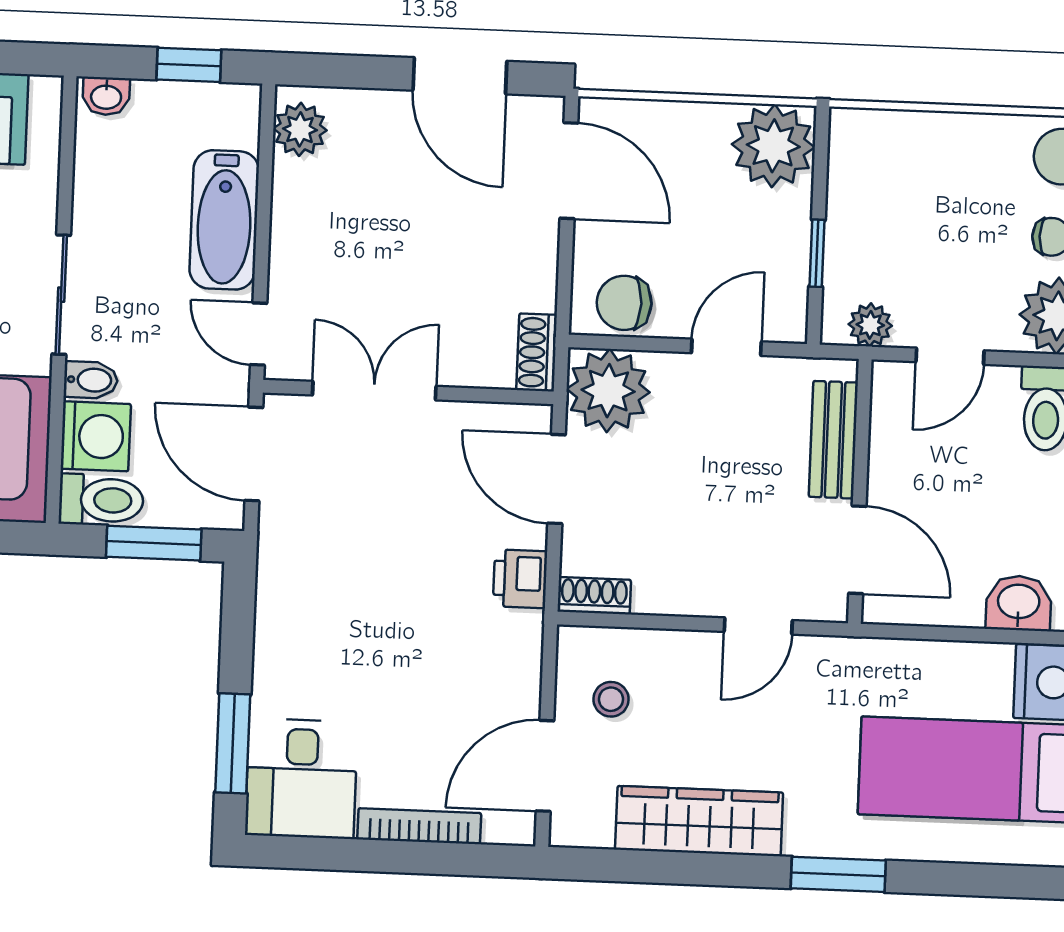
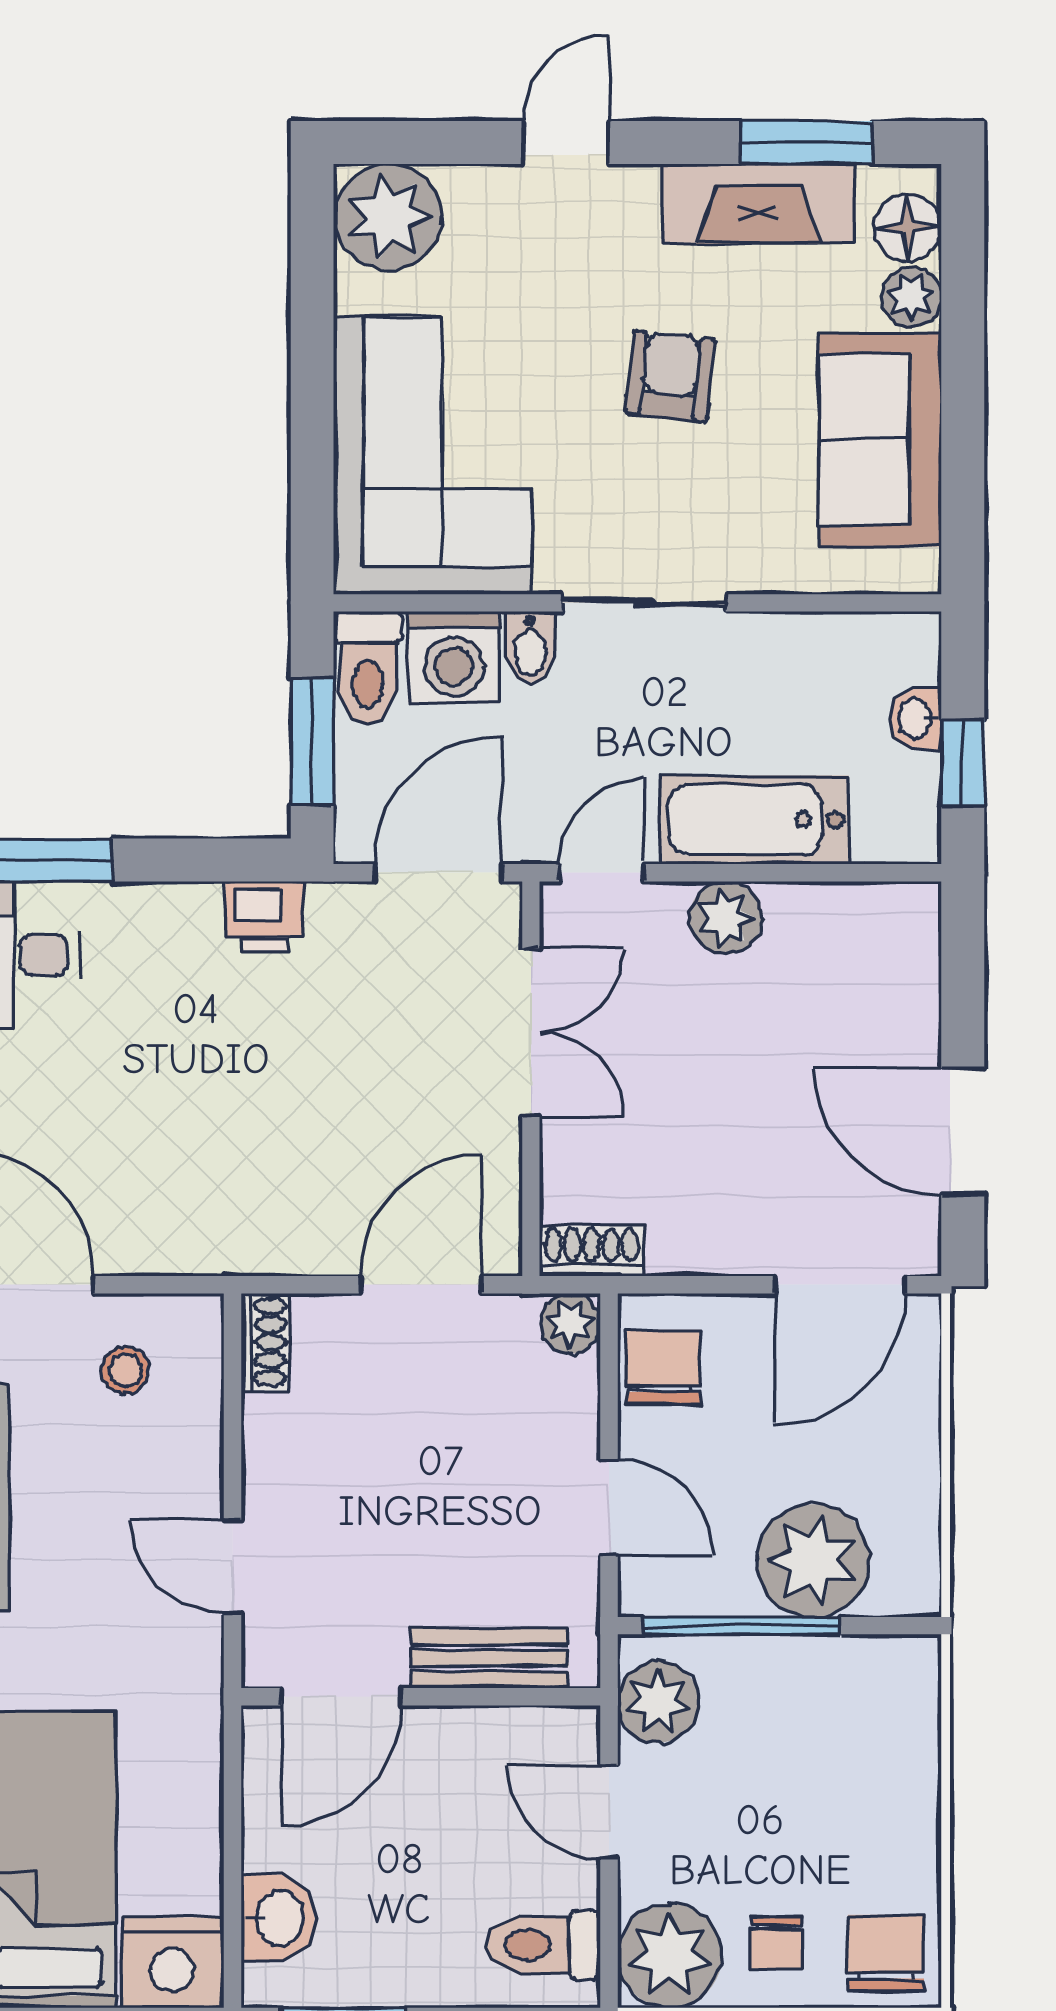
door: (460, 76) -> (963, 1132), hinge flipped
washbasin: (106, 96) -> (916, 718), moved
plant: (300, 129) -> (726, 918), moved
plant: (773, 146) -> (813, 1561), moved
window: (817, 253) -> (741, 1626), width x2.17
plant: (870, 325) -> (658, 1702), width x1.38, depth x1.38
plant: (608, 391) -> (570, 1324), width x0.53, depth x0.53
printer: (520, 579) -> (264, 917), moved, turned 180

